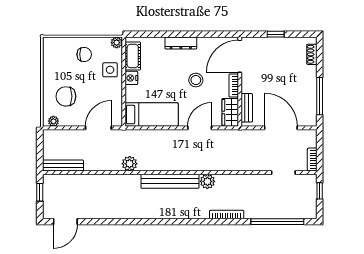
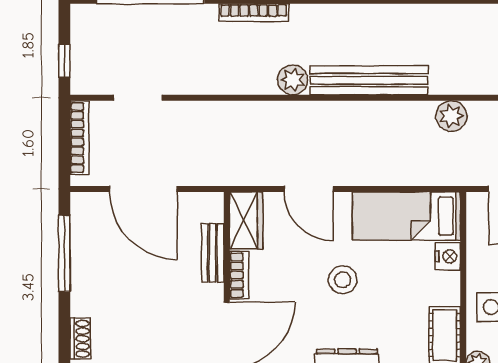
nightstand: (131, 78) -> (448, 256), moved
stool: (196, 80) -> (343, 280), moved
bench: (247, 108) -> (213, 253), moved
door: (200, 128) -> (309, 189), hinge flipped
bookcase: (312, 160) -> (80, 138), width x1.56

